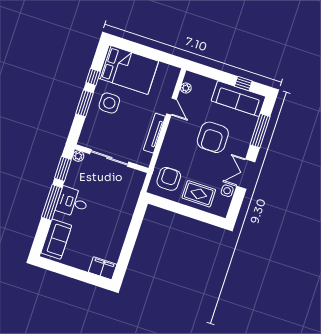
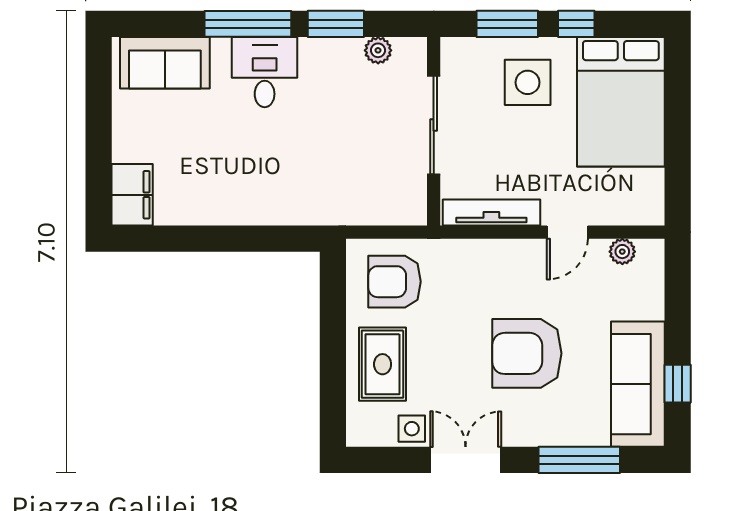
sliding door: (109, 158) -> (434, 125), moved
wall: (112, 159) -> (434, 131), moved
armchair: (169, 179) -> (394, 282), turned 180

